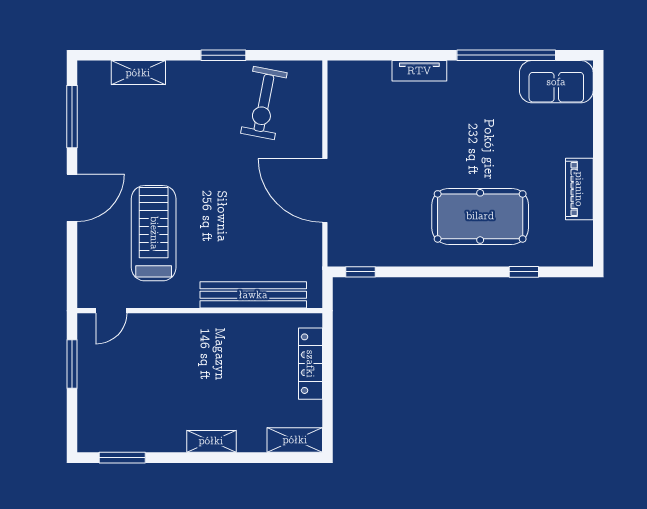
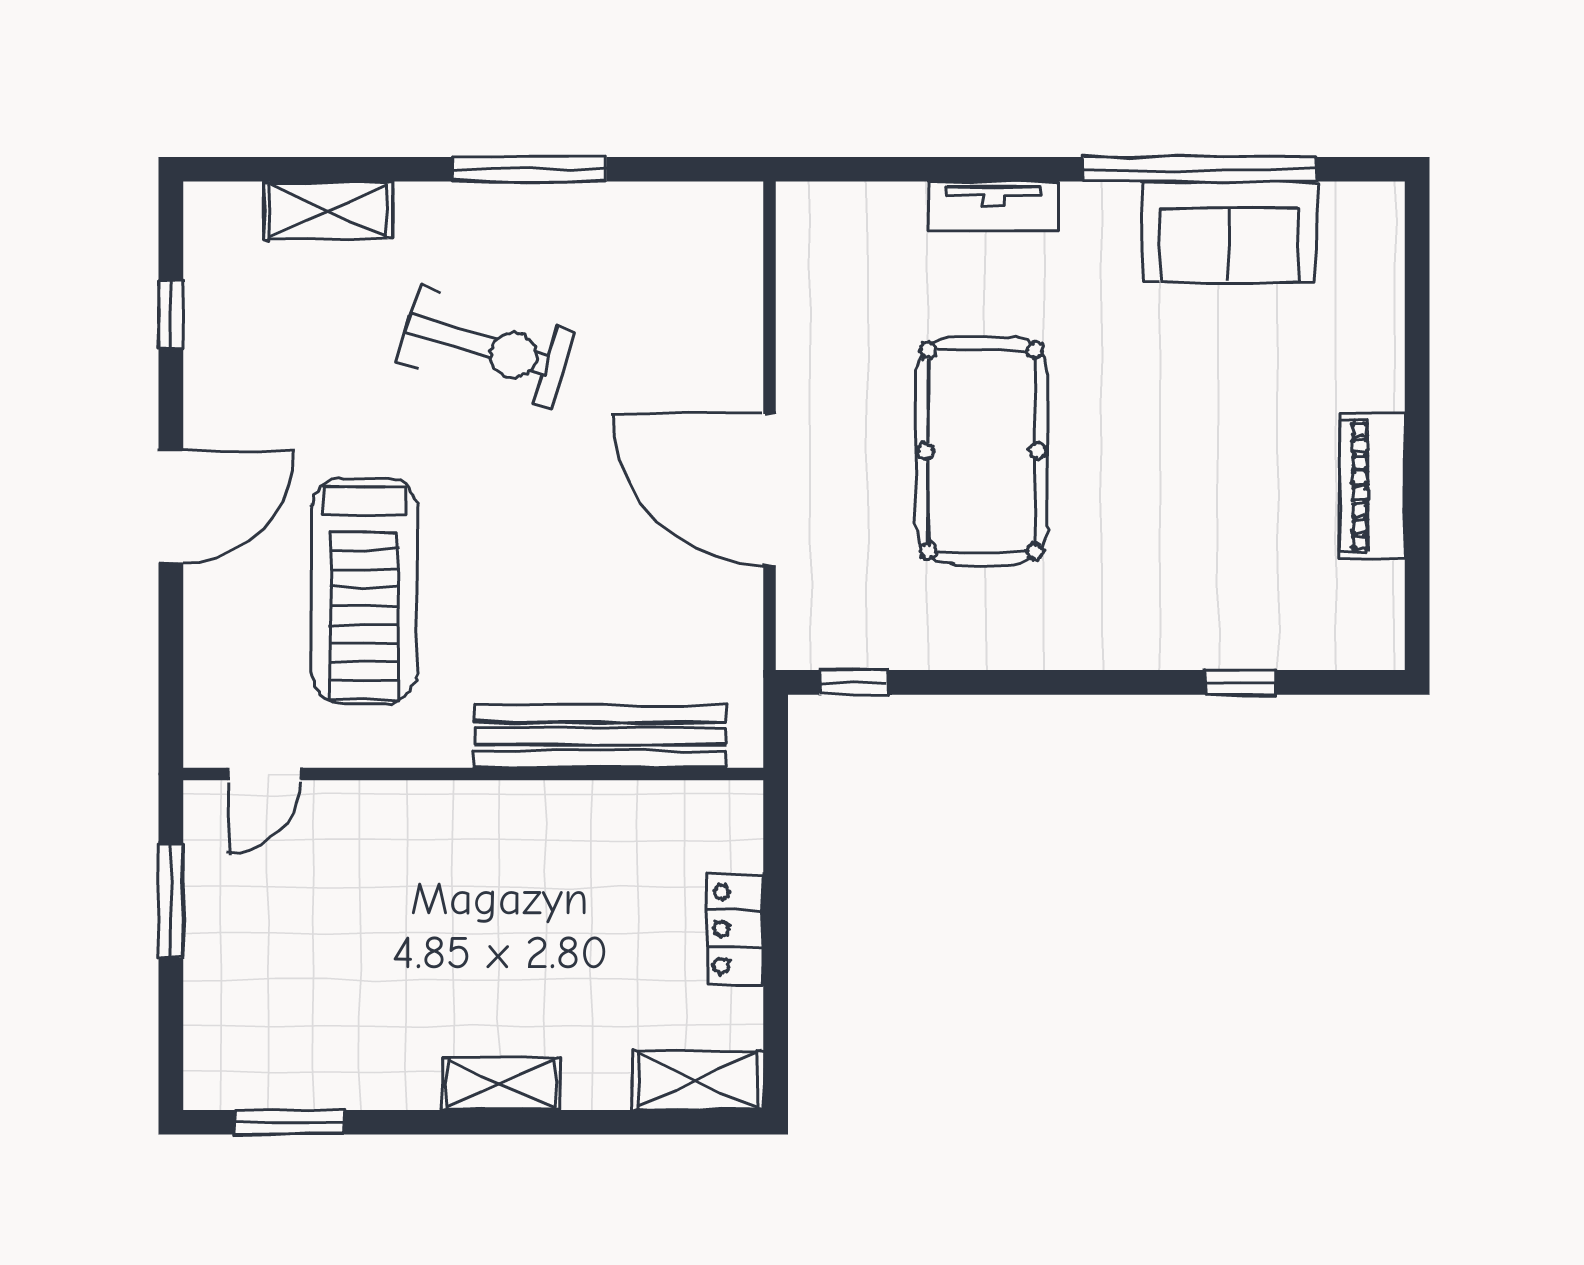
window: (223, 55) -> (529, 169), width x1.44
sofa: (556, 82) -> (1229, 232), moved
exercise bike: (264, 103) -> (486, 347), moved, turned -84
window: (72, 117) -> (171, 315), width x0.46
pool table: (480, 216) -> (982, 451), moved, turned 90
treadmill: (154, 233) -> (364, 591), turned 180
locker: (310, 364) -> (735, 929), width x0.66

